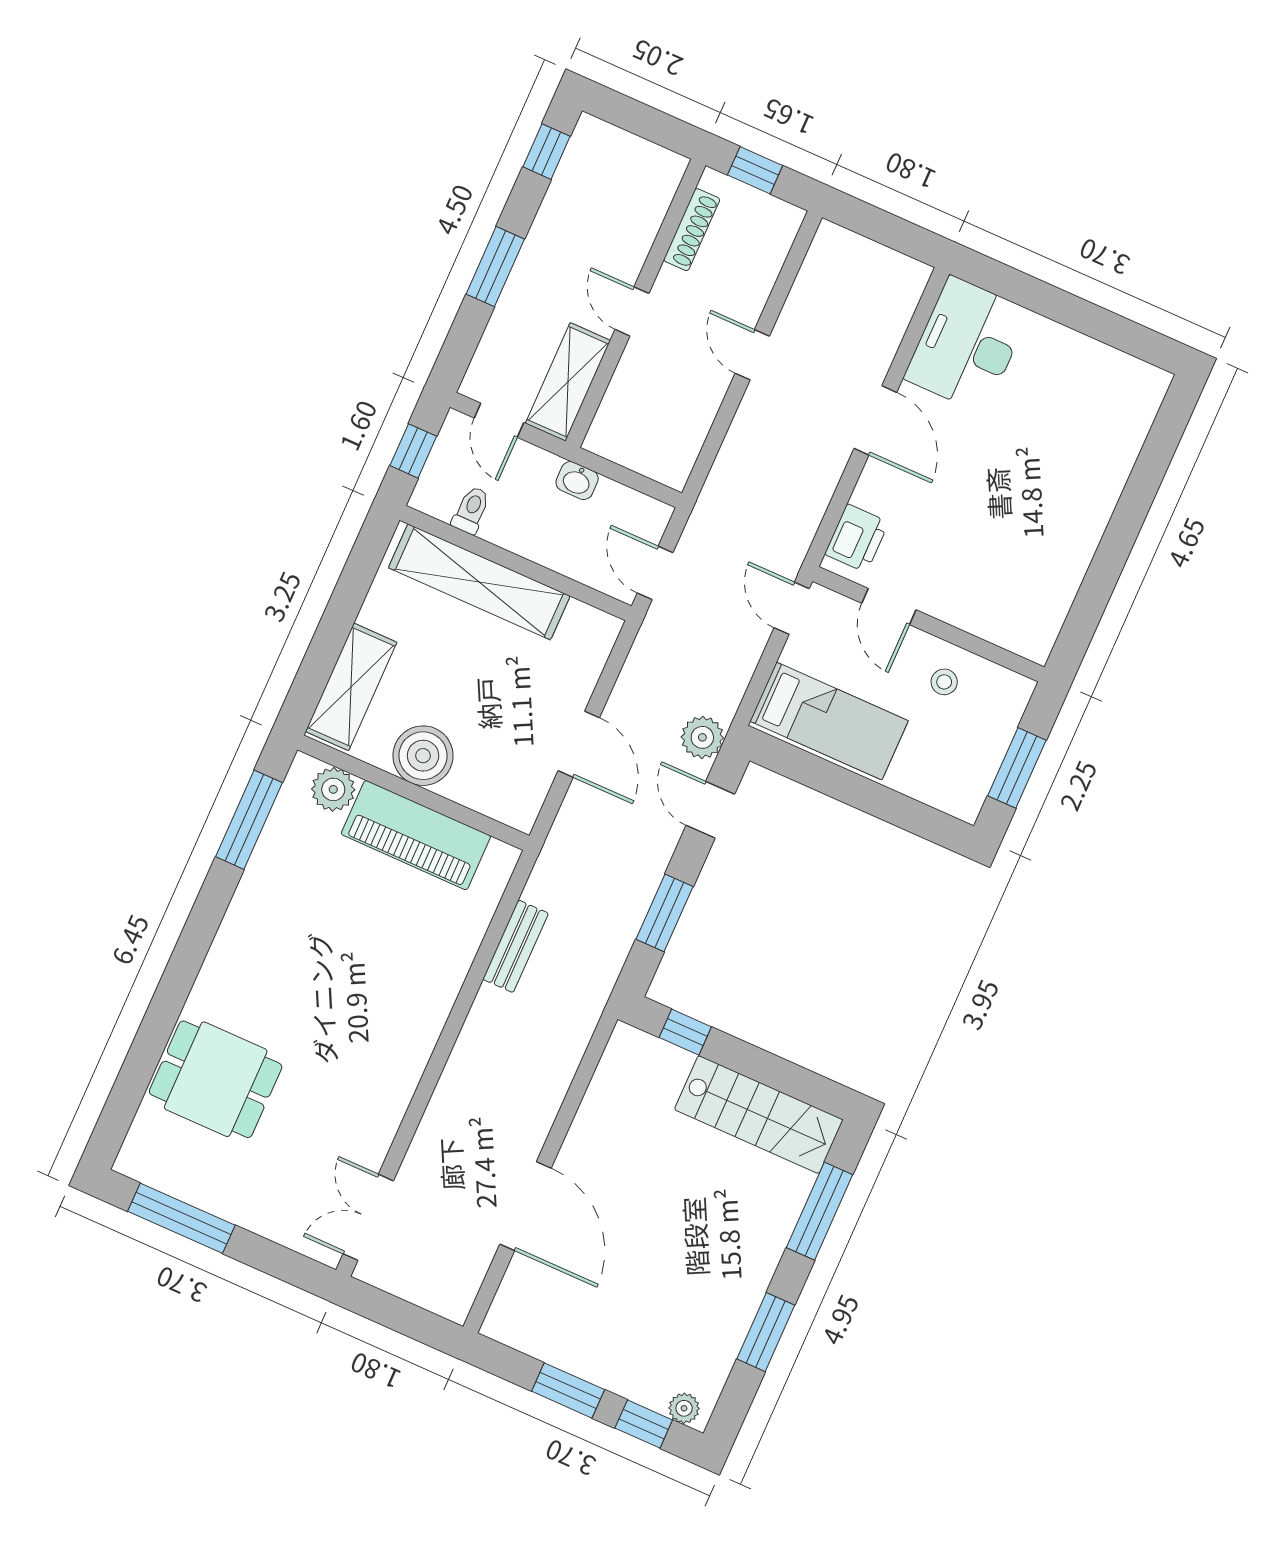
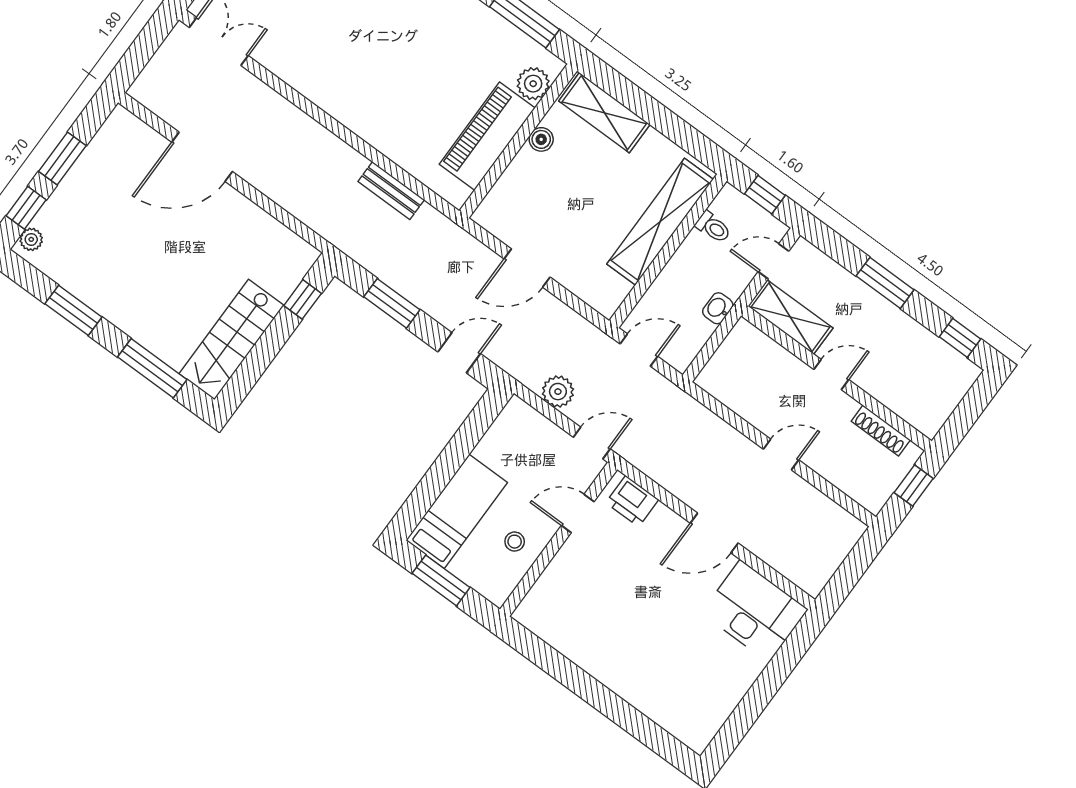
bed: (829, 721) -> (457, 511), moved, turned 180
plant: (702, 737) -> (558, 392), moved
boiler: (423, 756) -> (541, 139), width x0.54, depth x0.54

